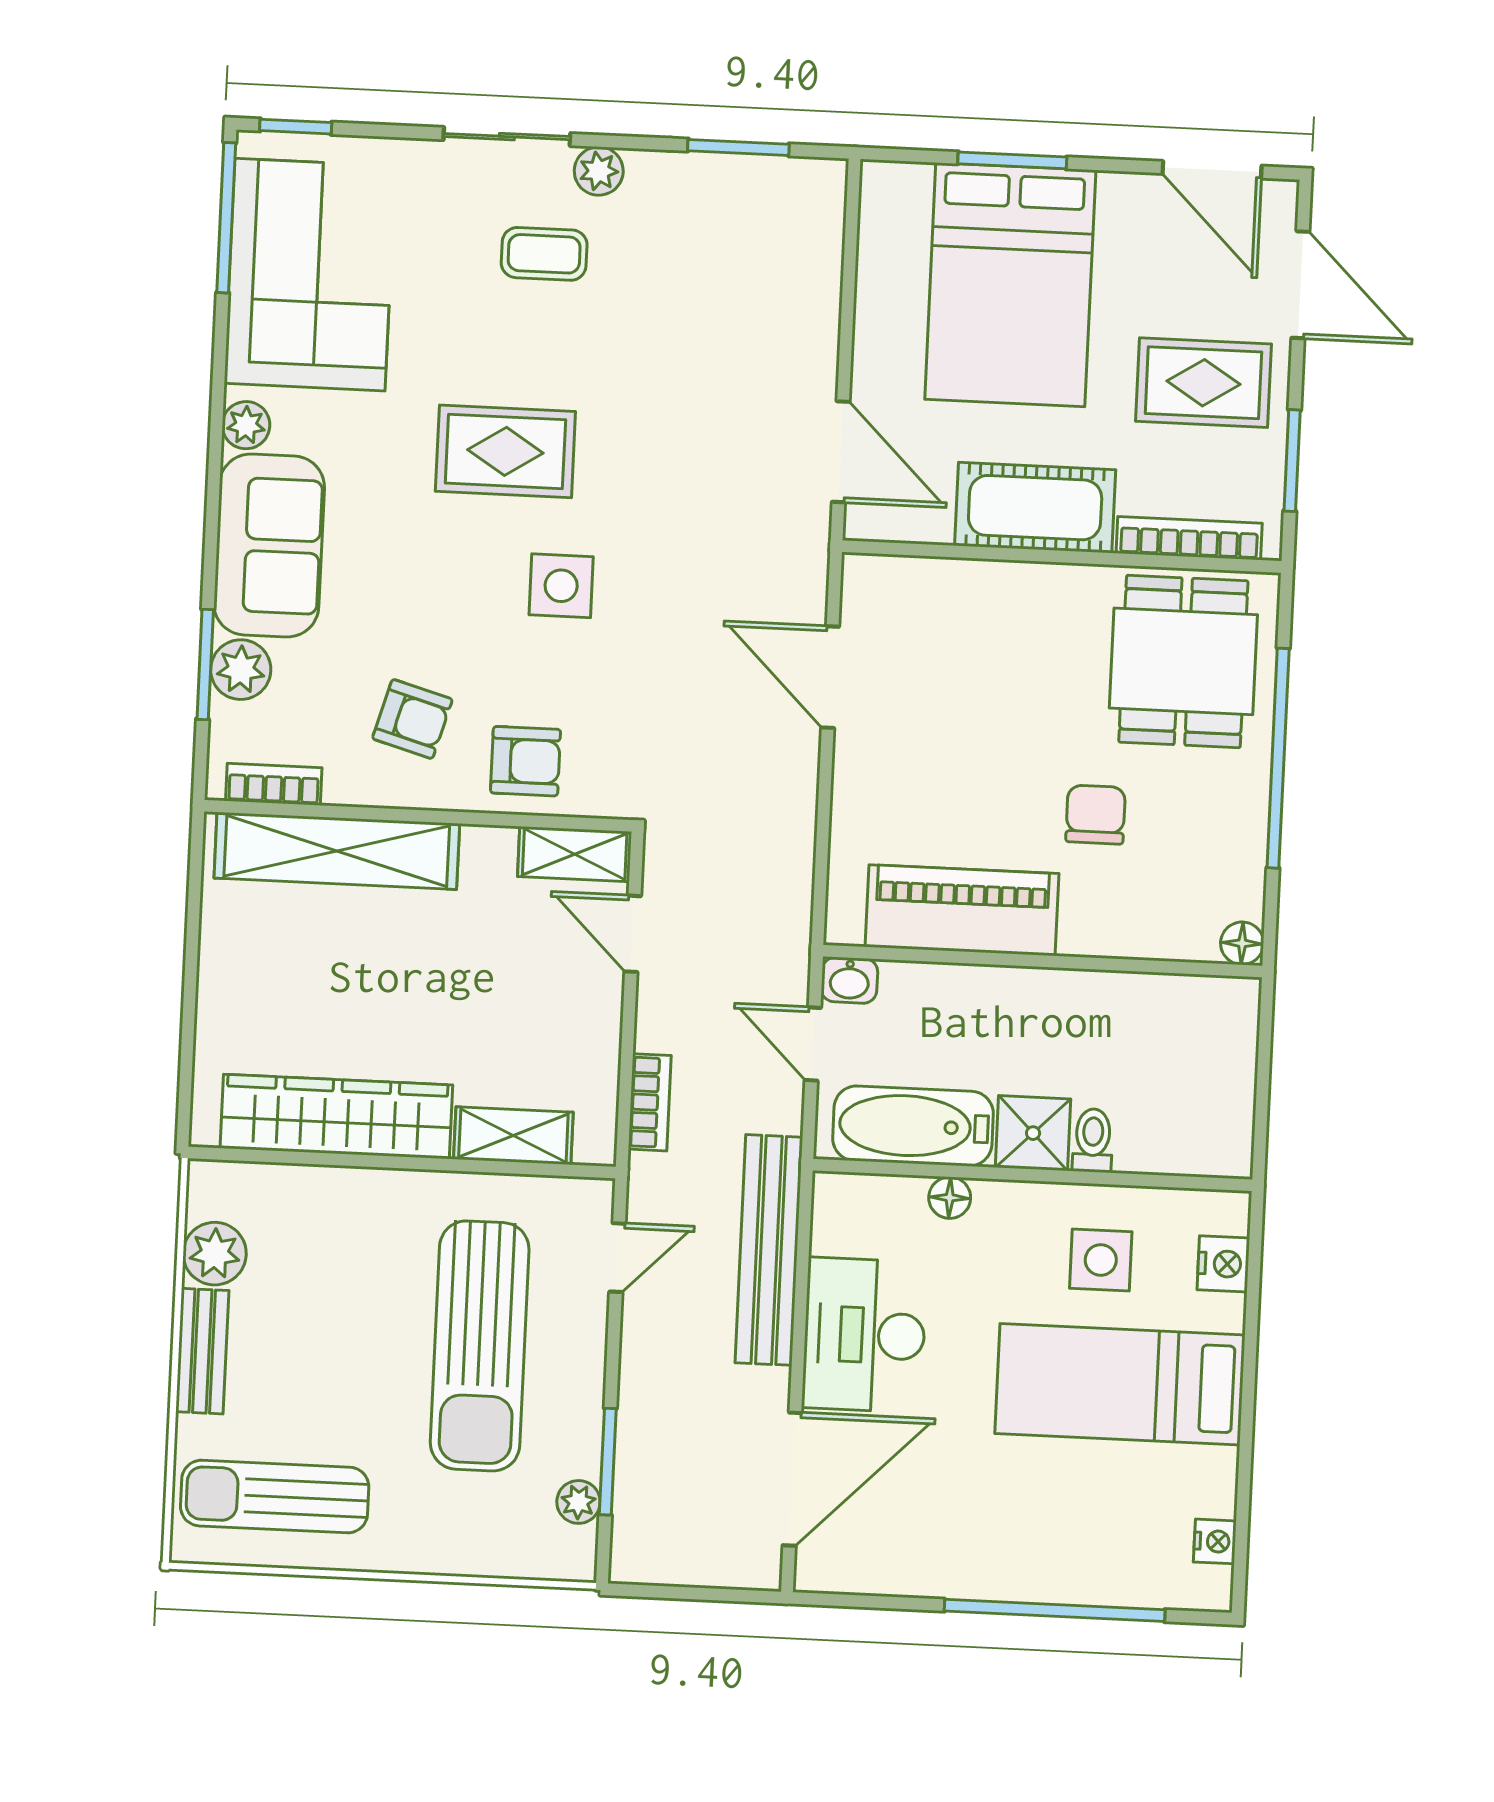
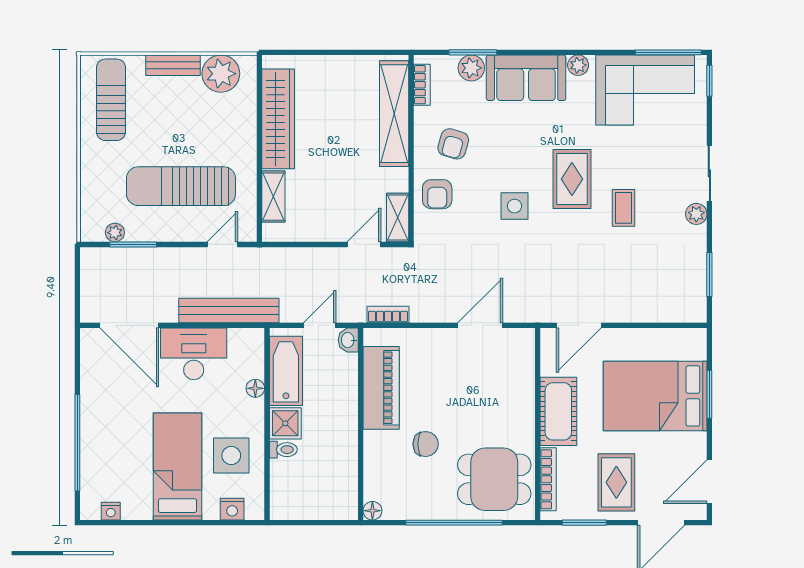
coffee table: (544, 254) -> (623, 208), moved
bookcase: (650, 1102) -> (388, 314), moved, turned 180
plant: (215, 1254) -> (221, 74), width x1.36, depth x1.36
door: (617, 1258) -> (222, 244), swing flipped
side table: (1101, 1260) -> (231, 456), width x1.37, depth x1.37

